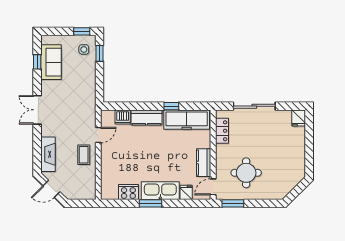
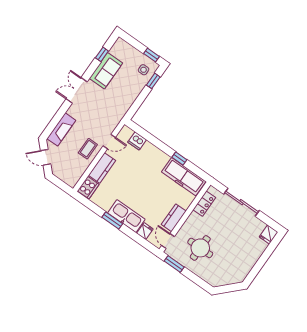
sofa: (51, 62) -> (106, 71), moved
kitchen counter: (147, 118) -> (102, 168), moved, turned -90
door: (213, 187) -> (168, 241), hinge flipped
cooker: (128, 192) -> (88, 188), moved, turned 90

